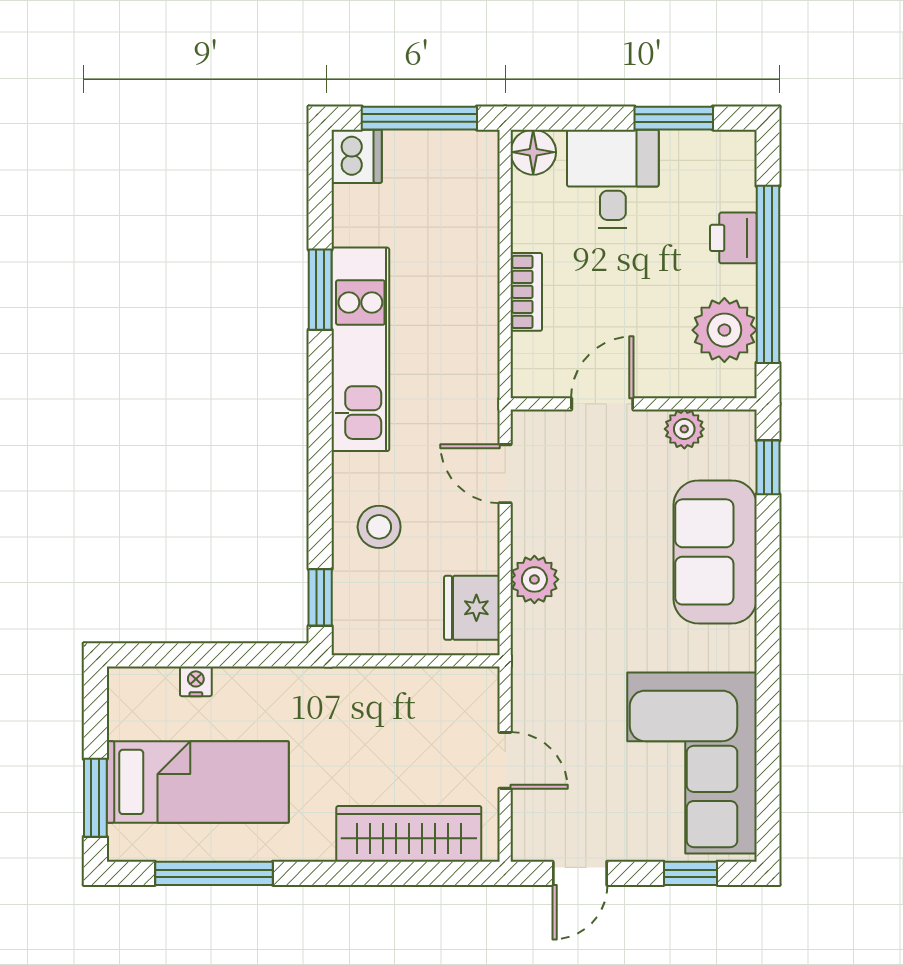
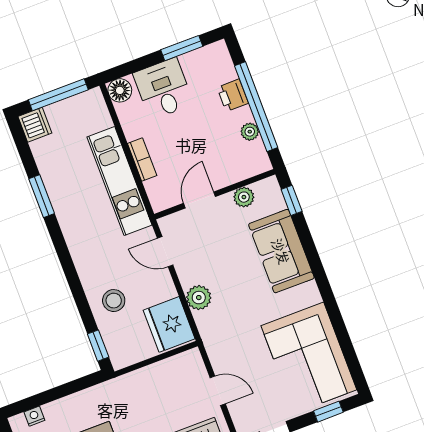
plant: (724, 330) -> (250, 132), width x0.53, depth x0.53
kitchen unit: (360, 349) -> (119, 181), moved, turned 180
fridge: (472, 608) -> (169, 324), width x1.36, depth x1.34
nightstand: (196, 681) -> (34, 416), moved

